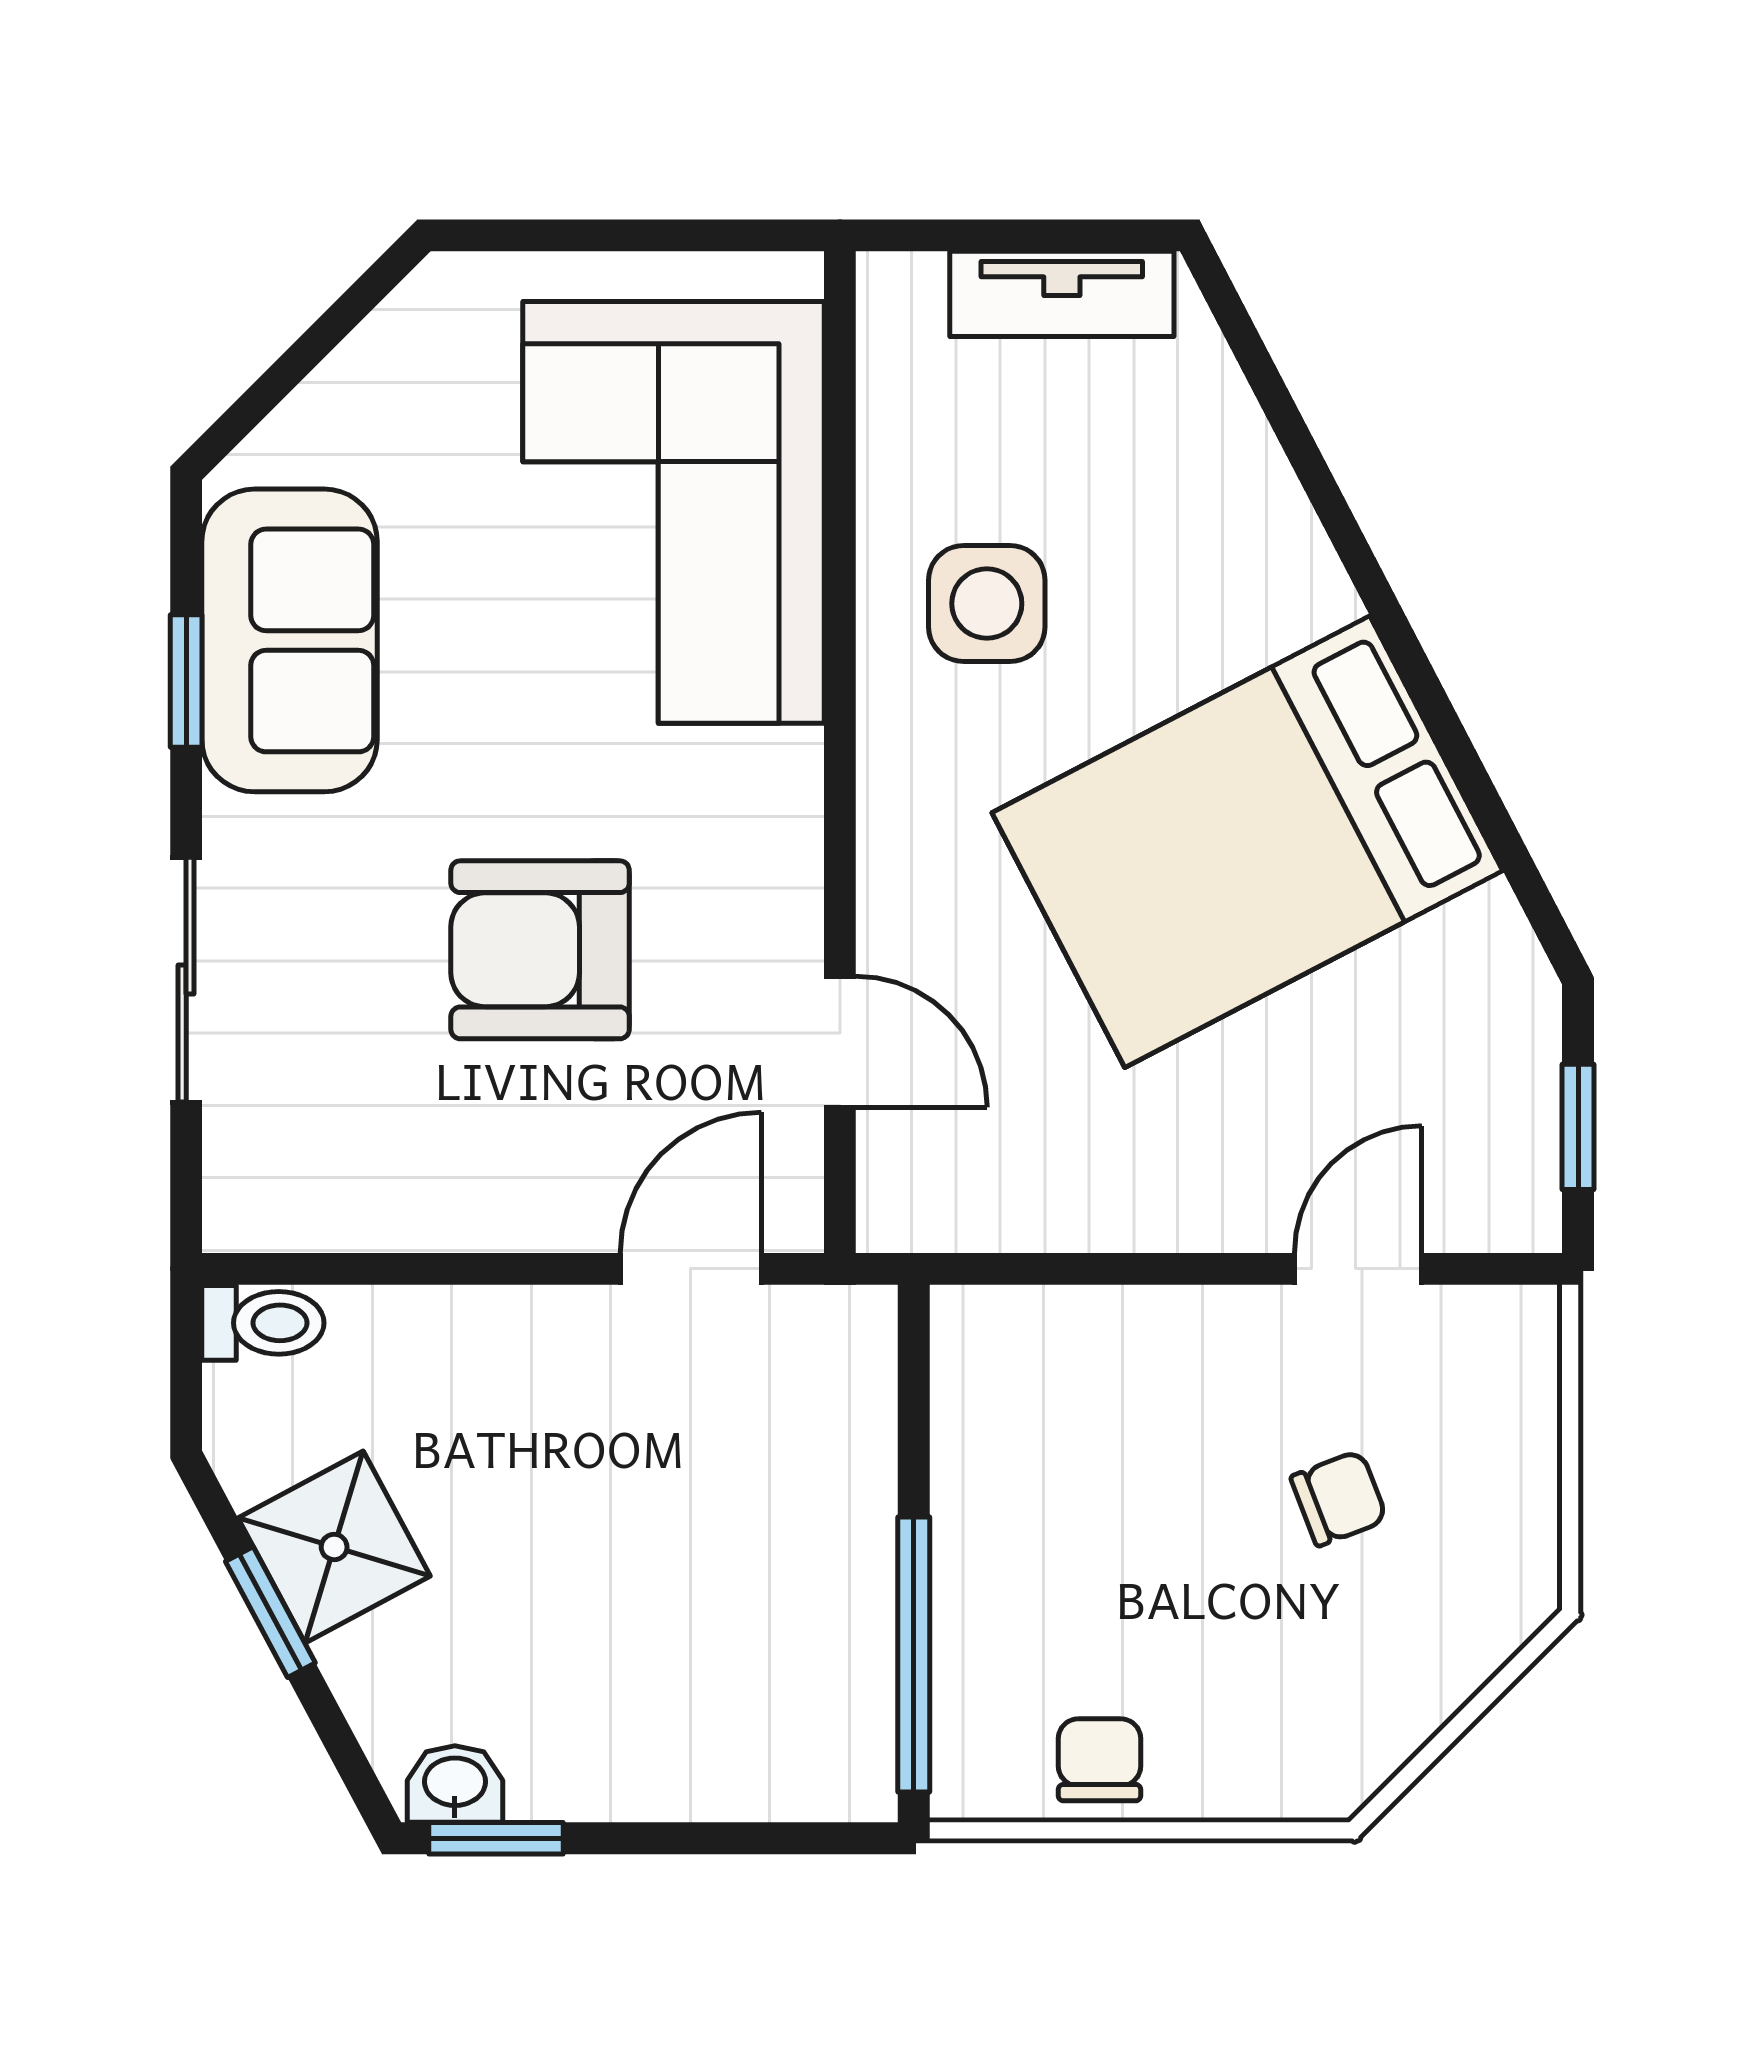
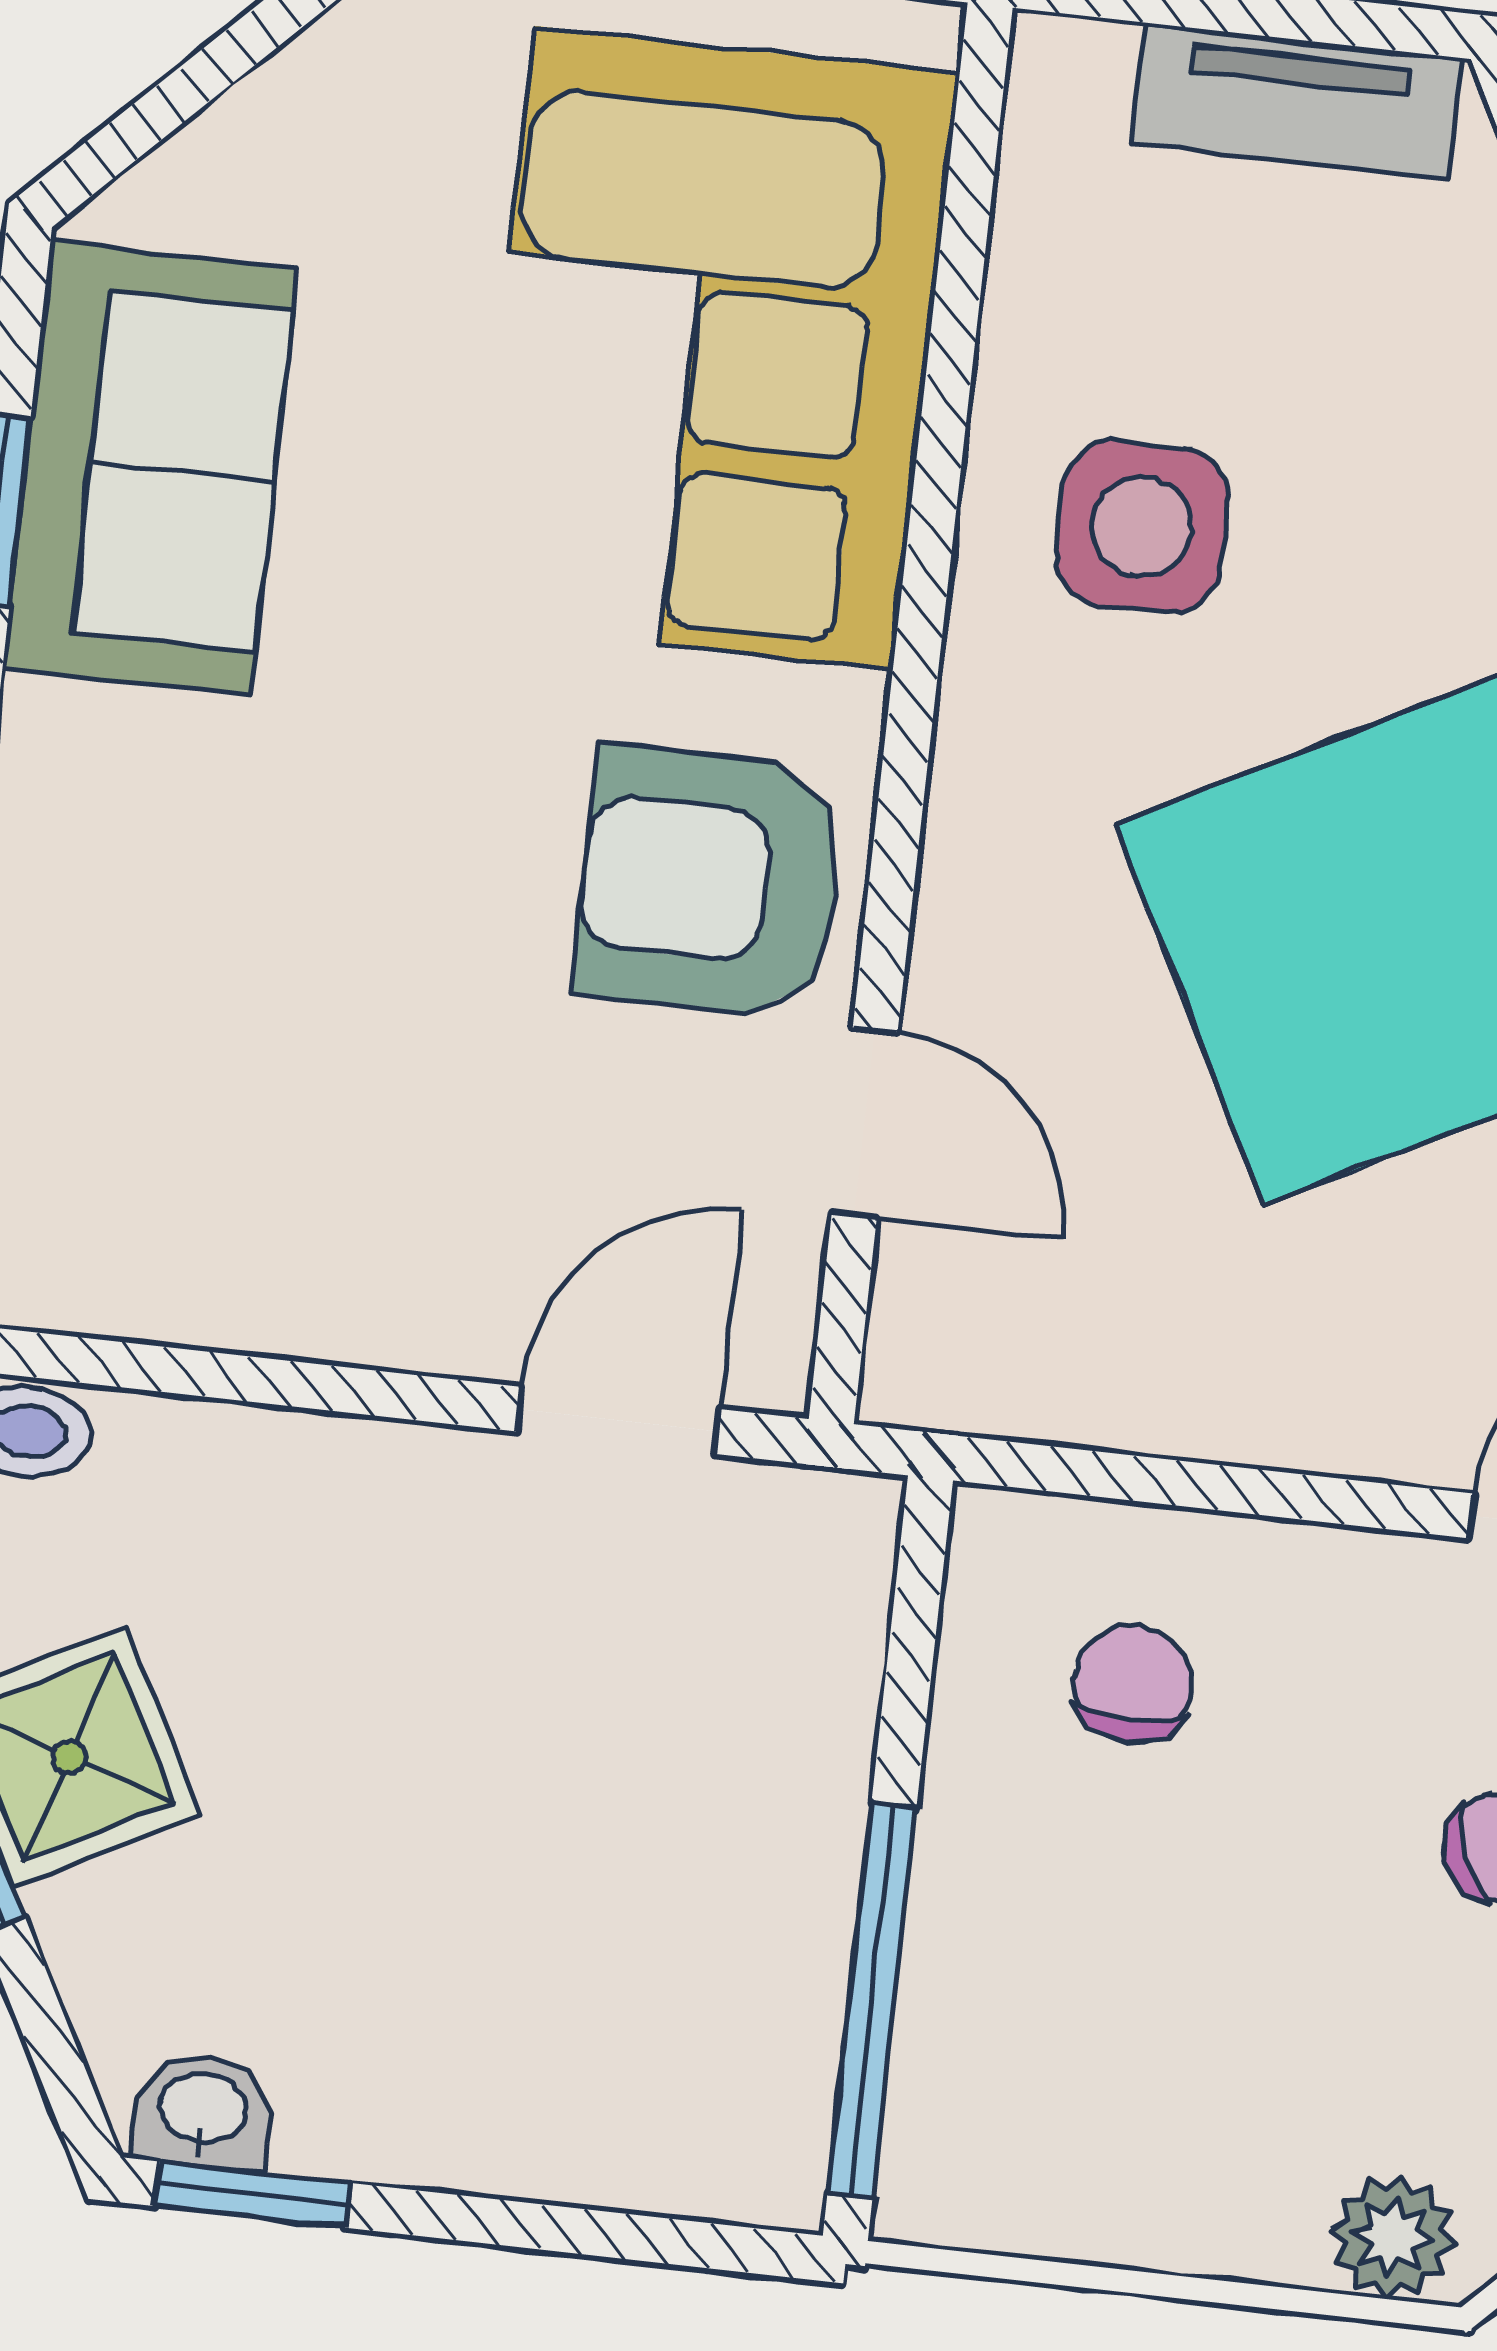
armchair: (540, 950) -> (711, 882), moved
chair: (1100, 1760) -> (1133, 1684), moved
plant: (1296, 1779) -> (1393, 2237), added

